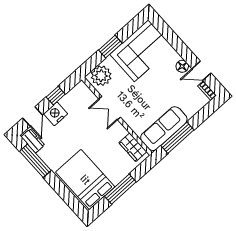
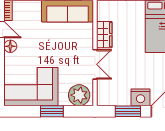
window: (56, 96) -> (128, 111), width x1.50
wardrobe: (133, 147) -> (104, 35), moved

